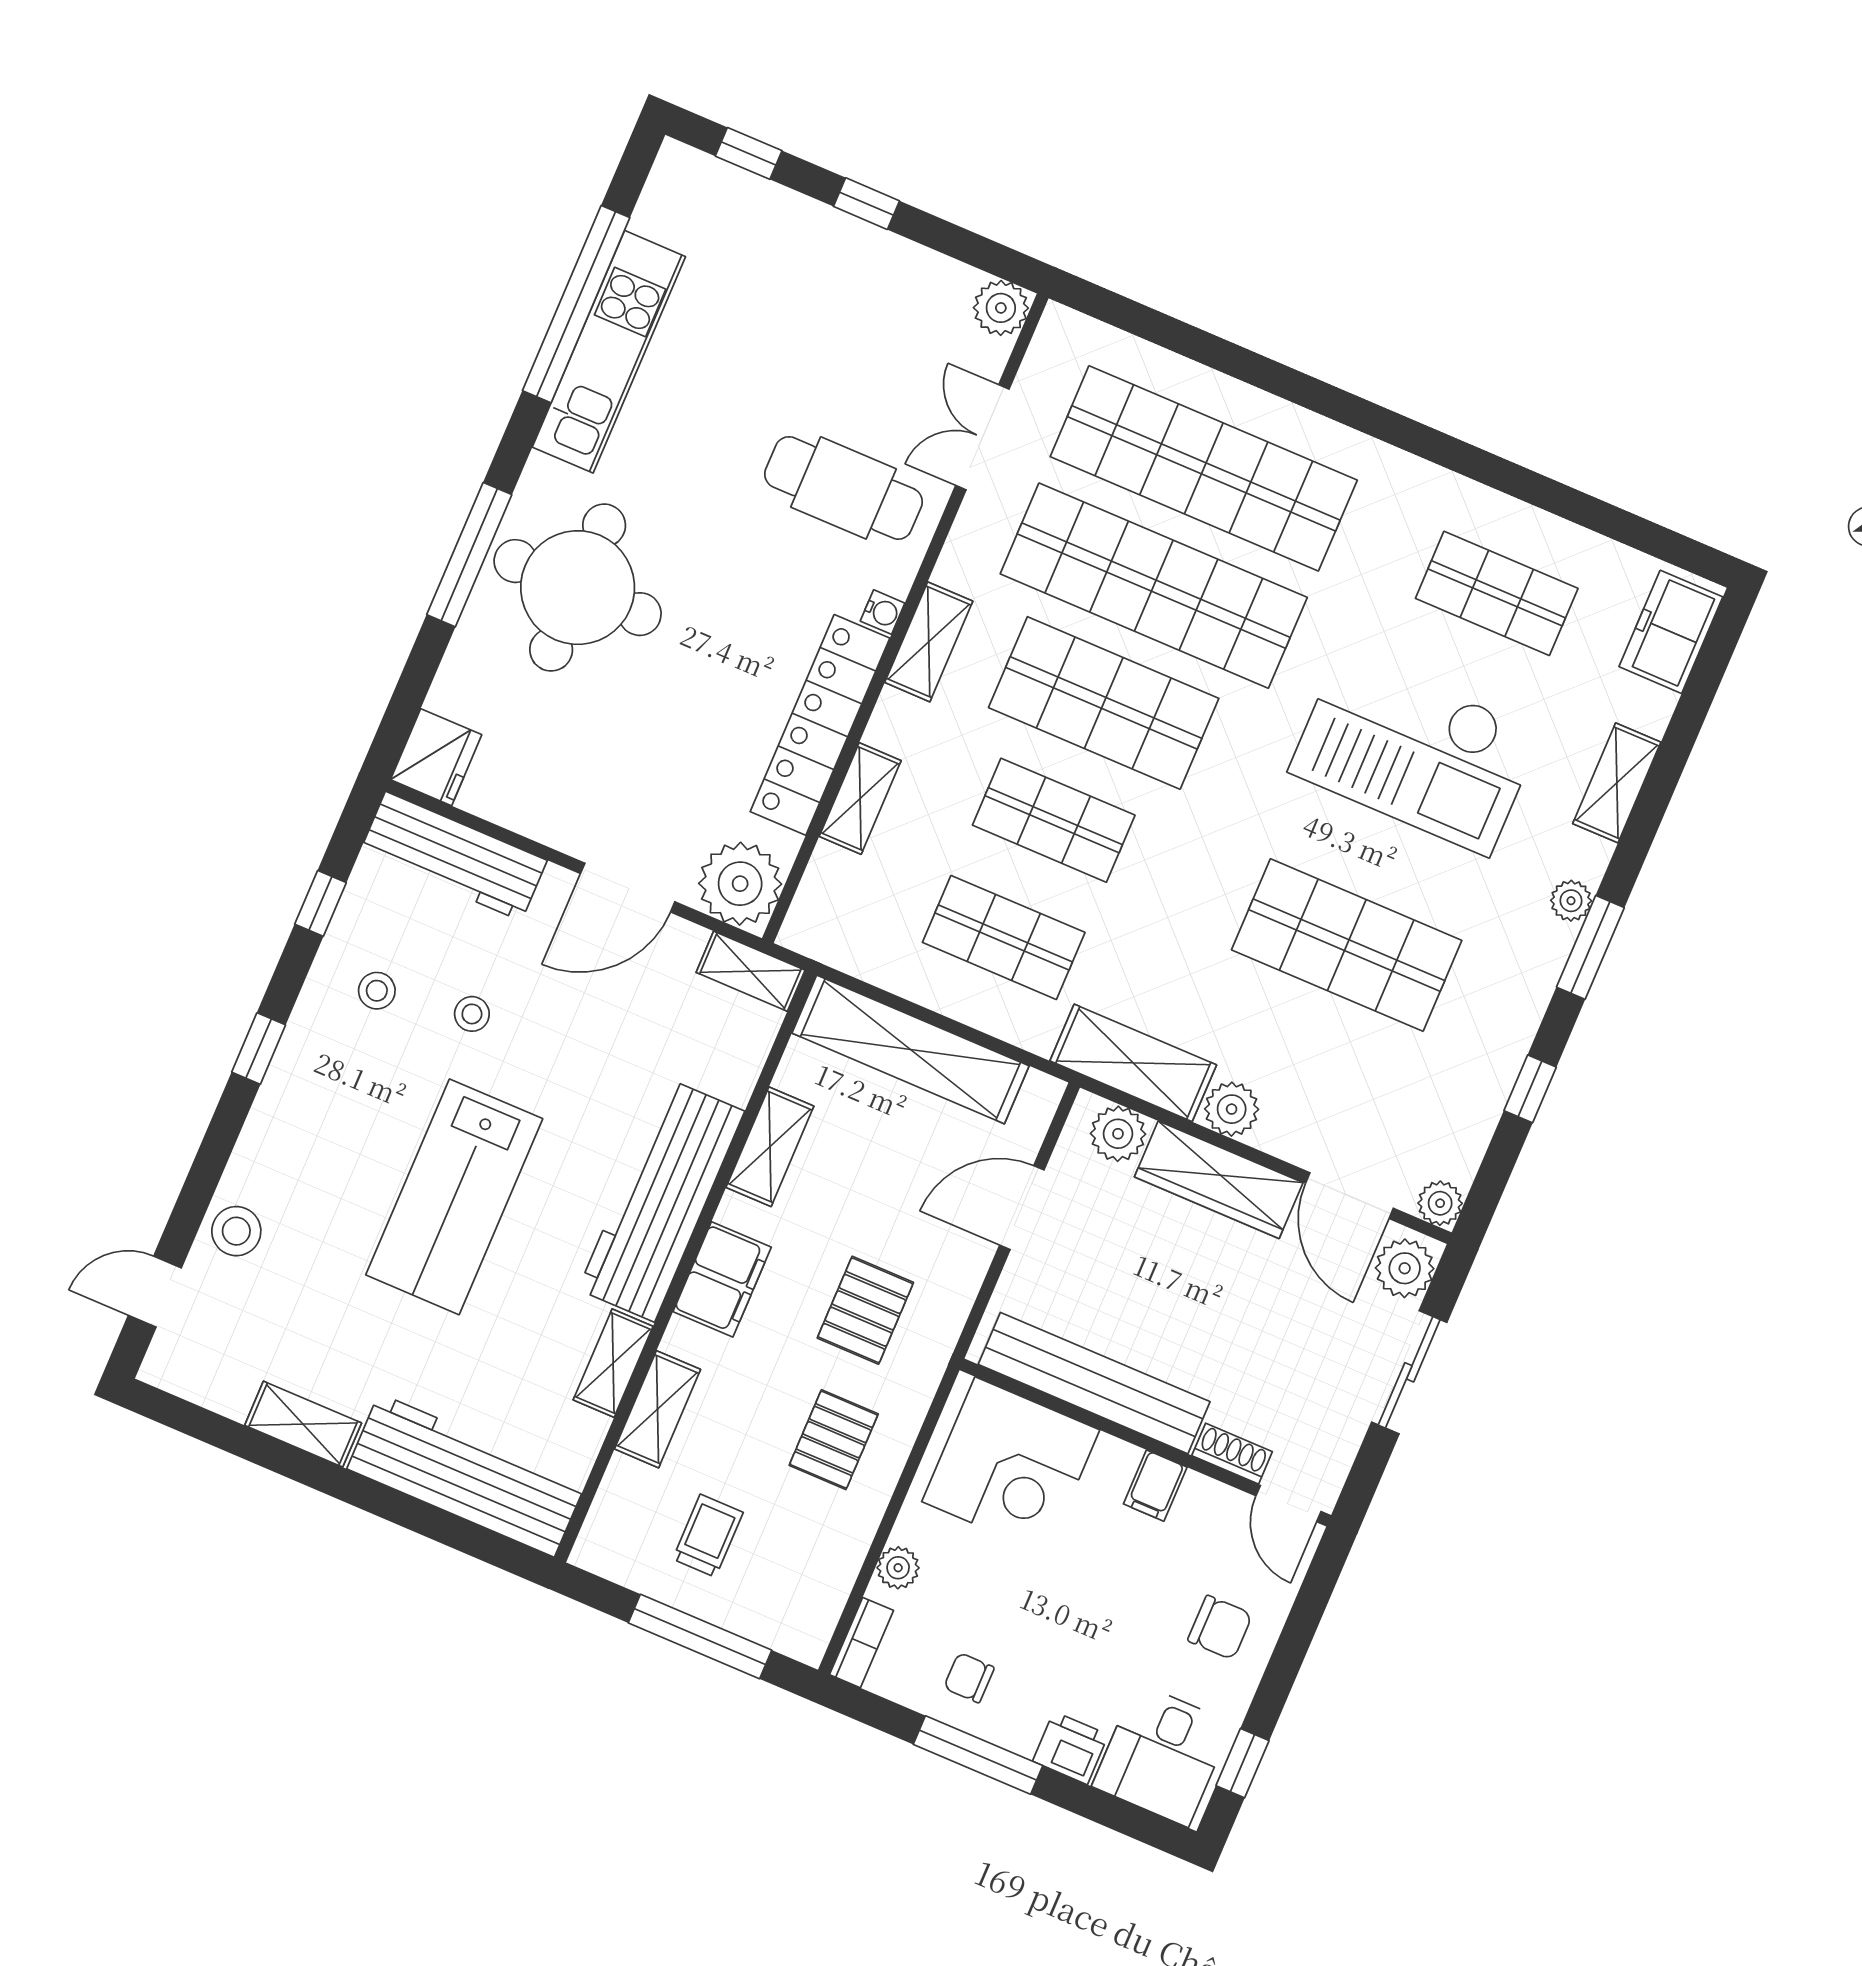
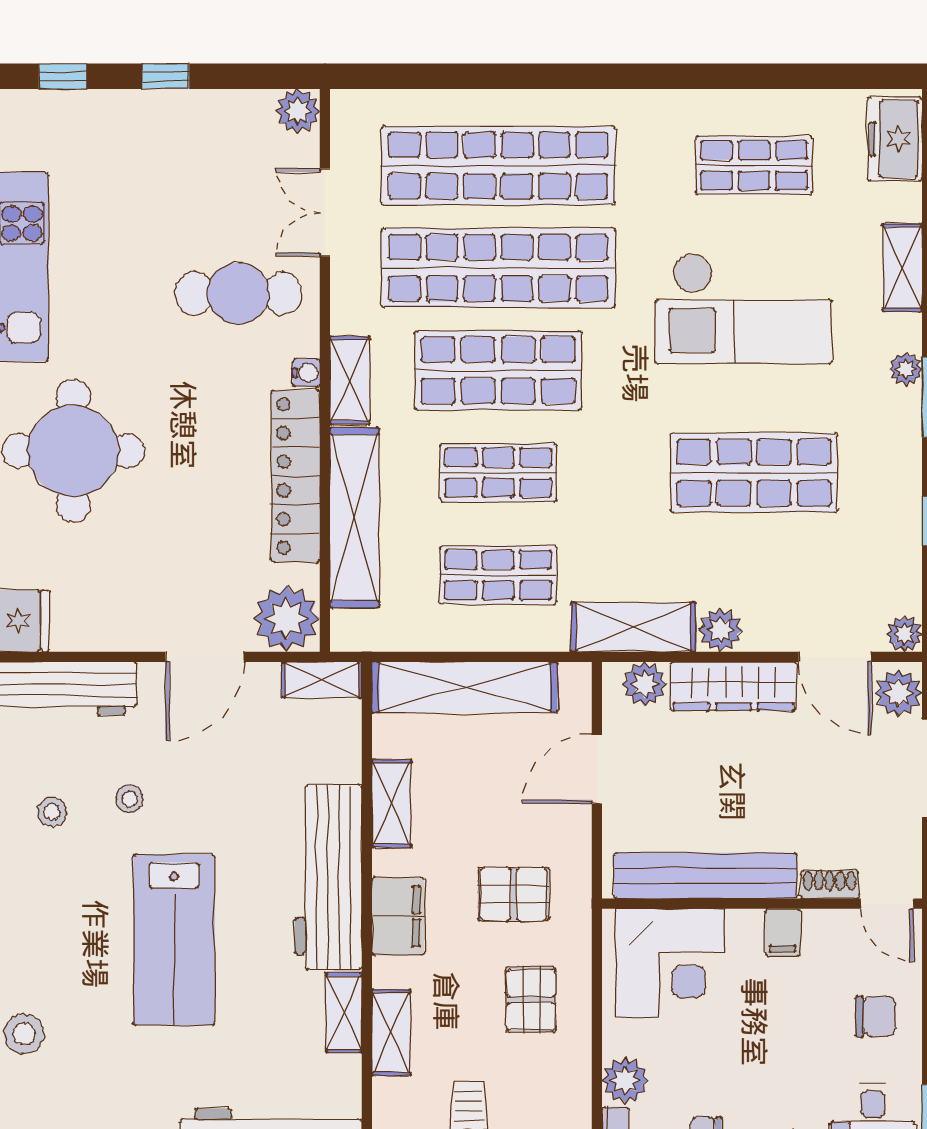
shelving: (860, 798) -> (355, 518), width x2.20, depth x1.33
pallet: (865, 1310) -> (514, 894), turned 90
plant: (898, 1568) -> (625, 1080), width x1.38, depth x1.38

